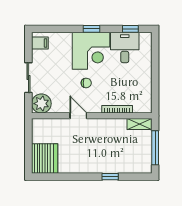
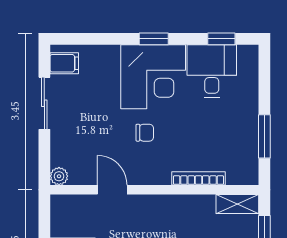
sliding door: (28, 78) -> (44, 103), moved
window: (155, 85) -> (264, 136), added
plant: (41, 104) -> (59, 176), width x0.53, depth x0.53
door: (78, 116) -> (112, 190), moved

